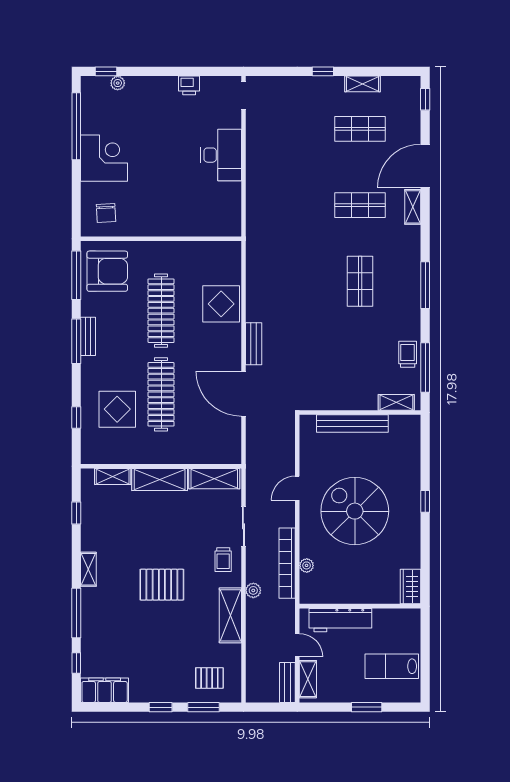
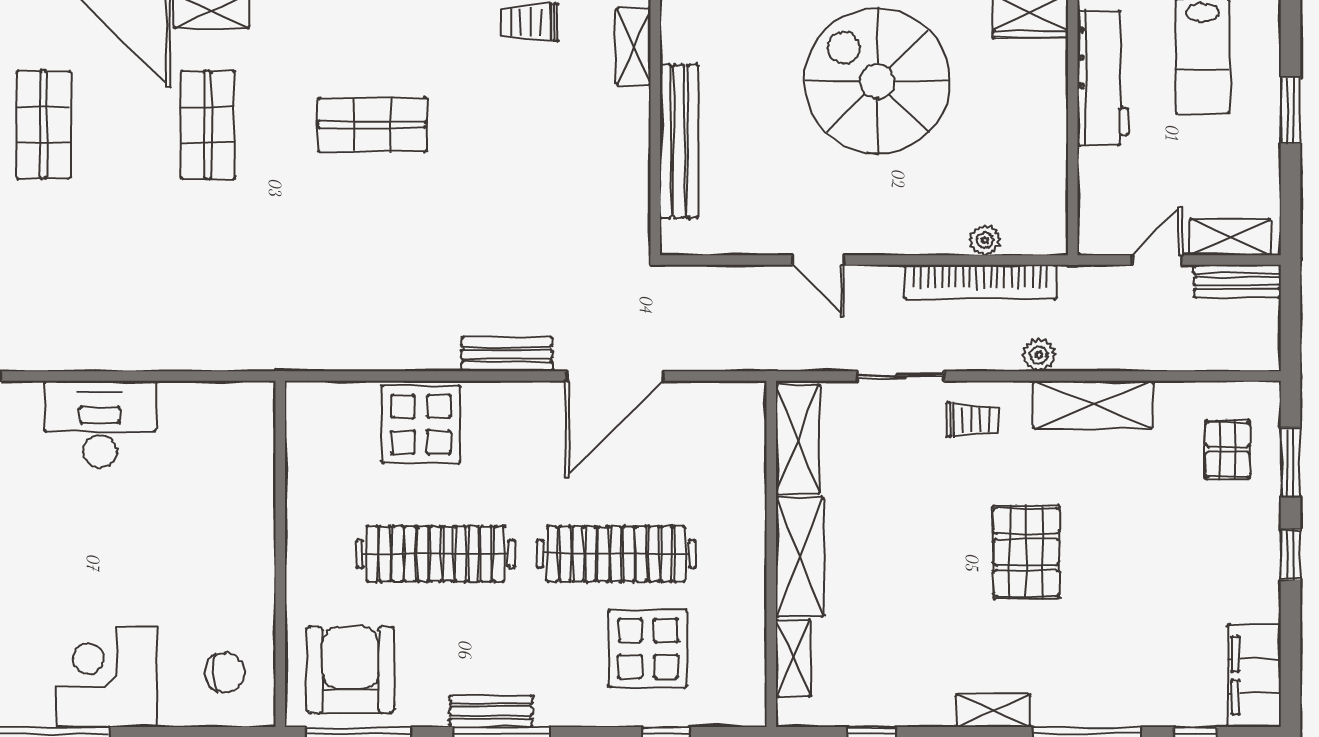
spiral stairs: (355, 511) -> (877, 81), moved, turned 90
workbench: (340, 620) -> (1103, 78), moved

